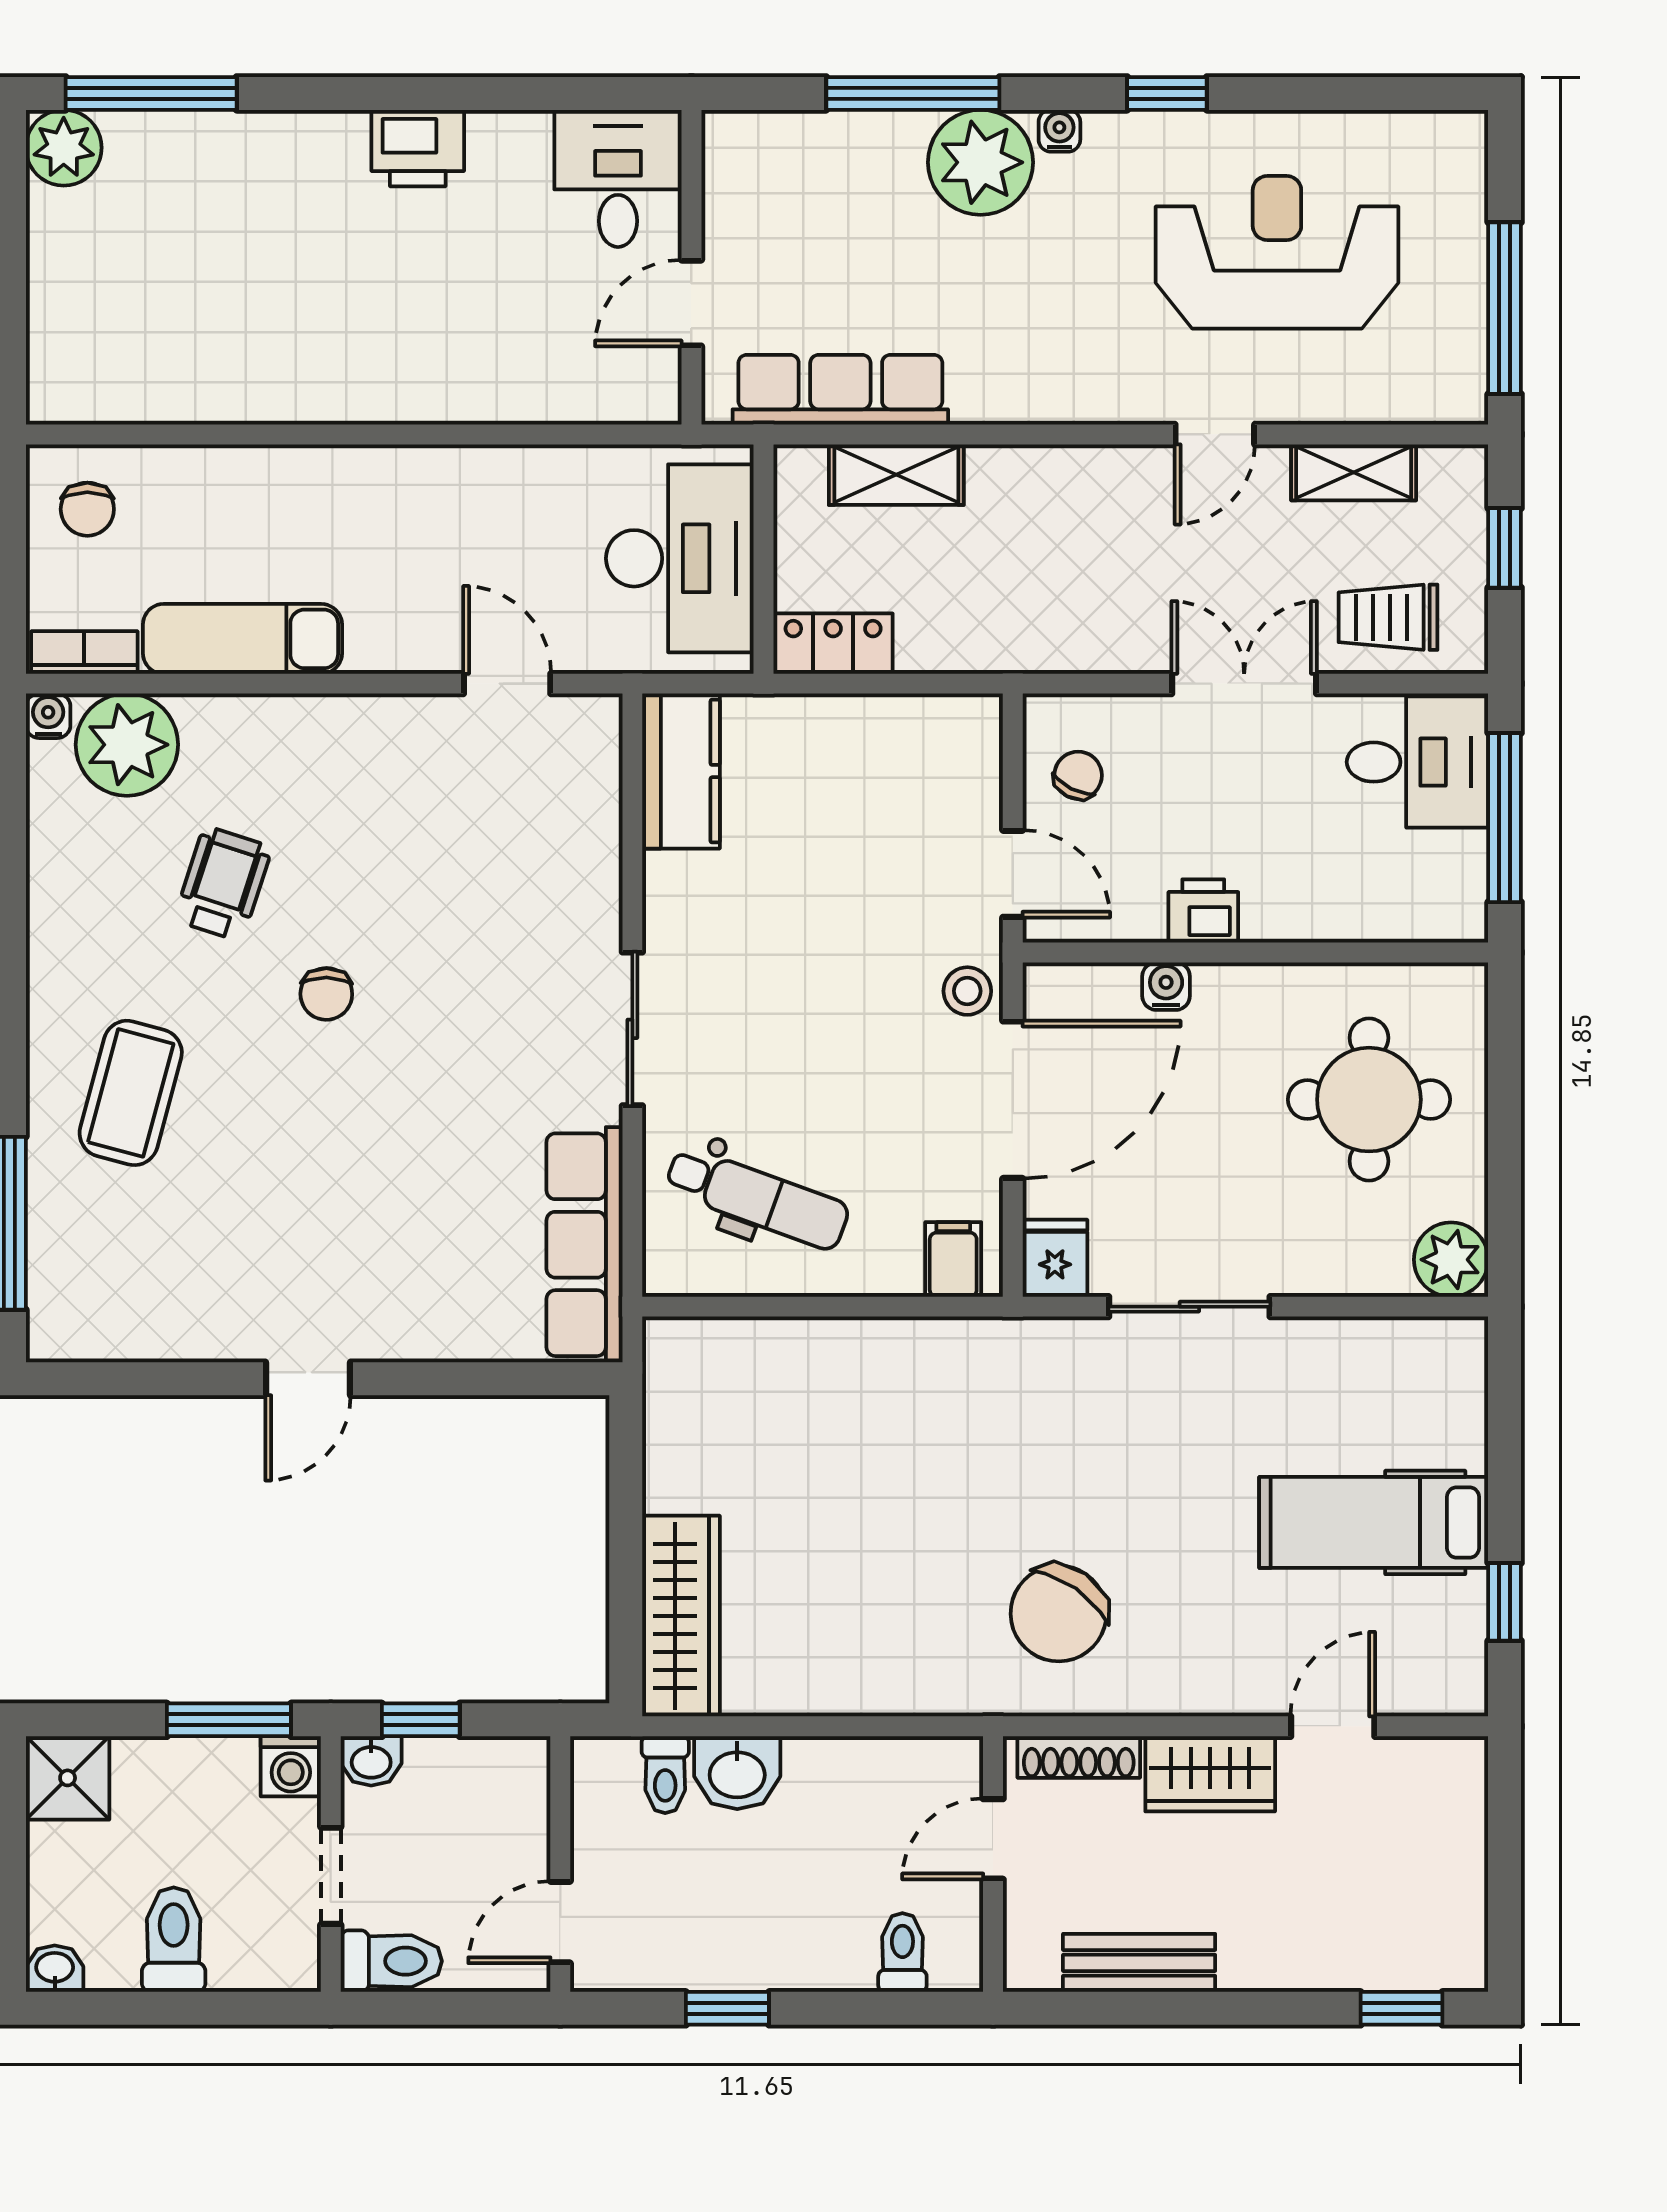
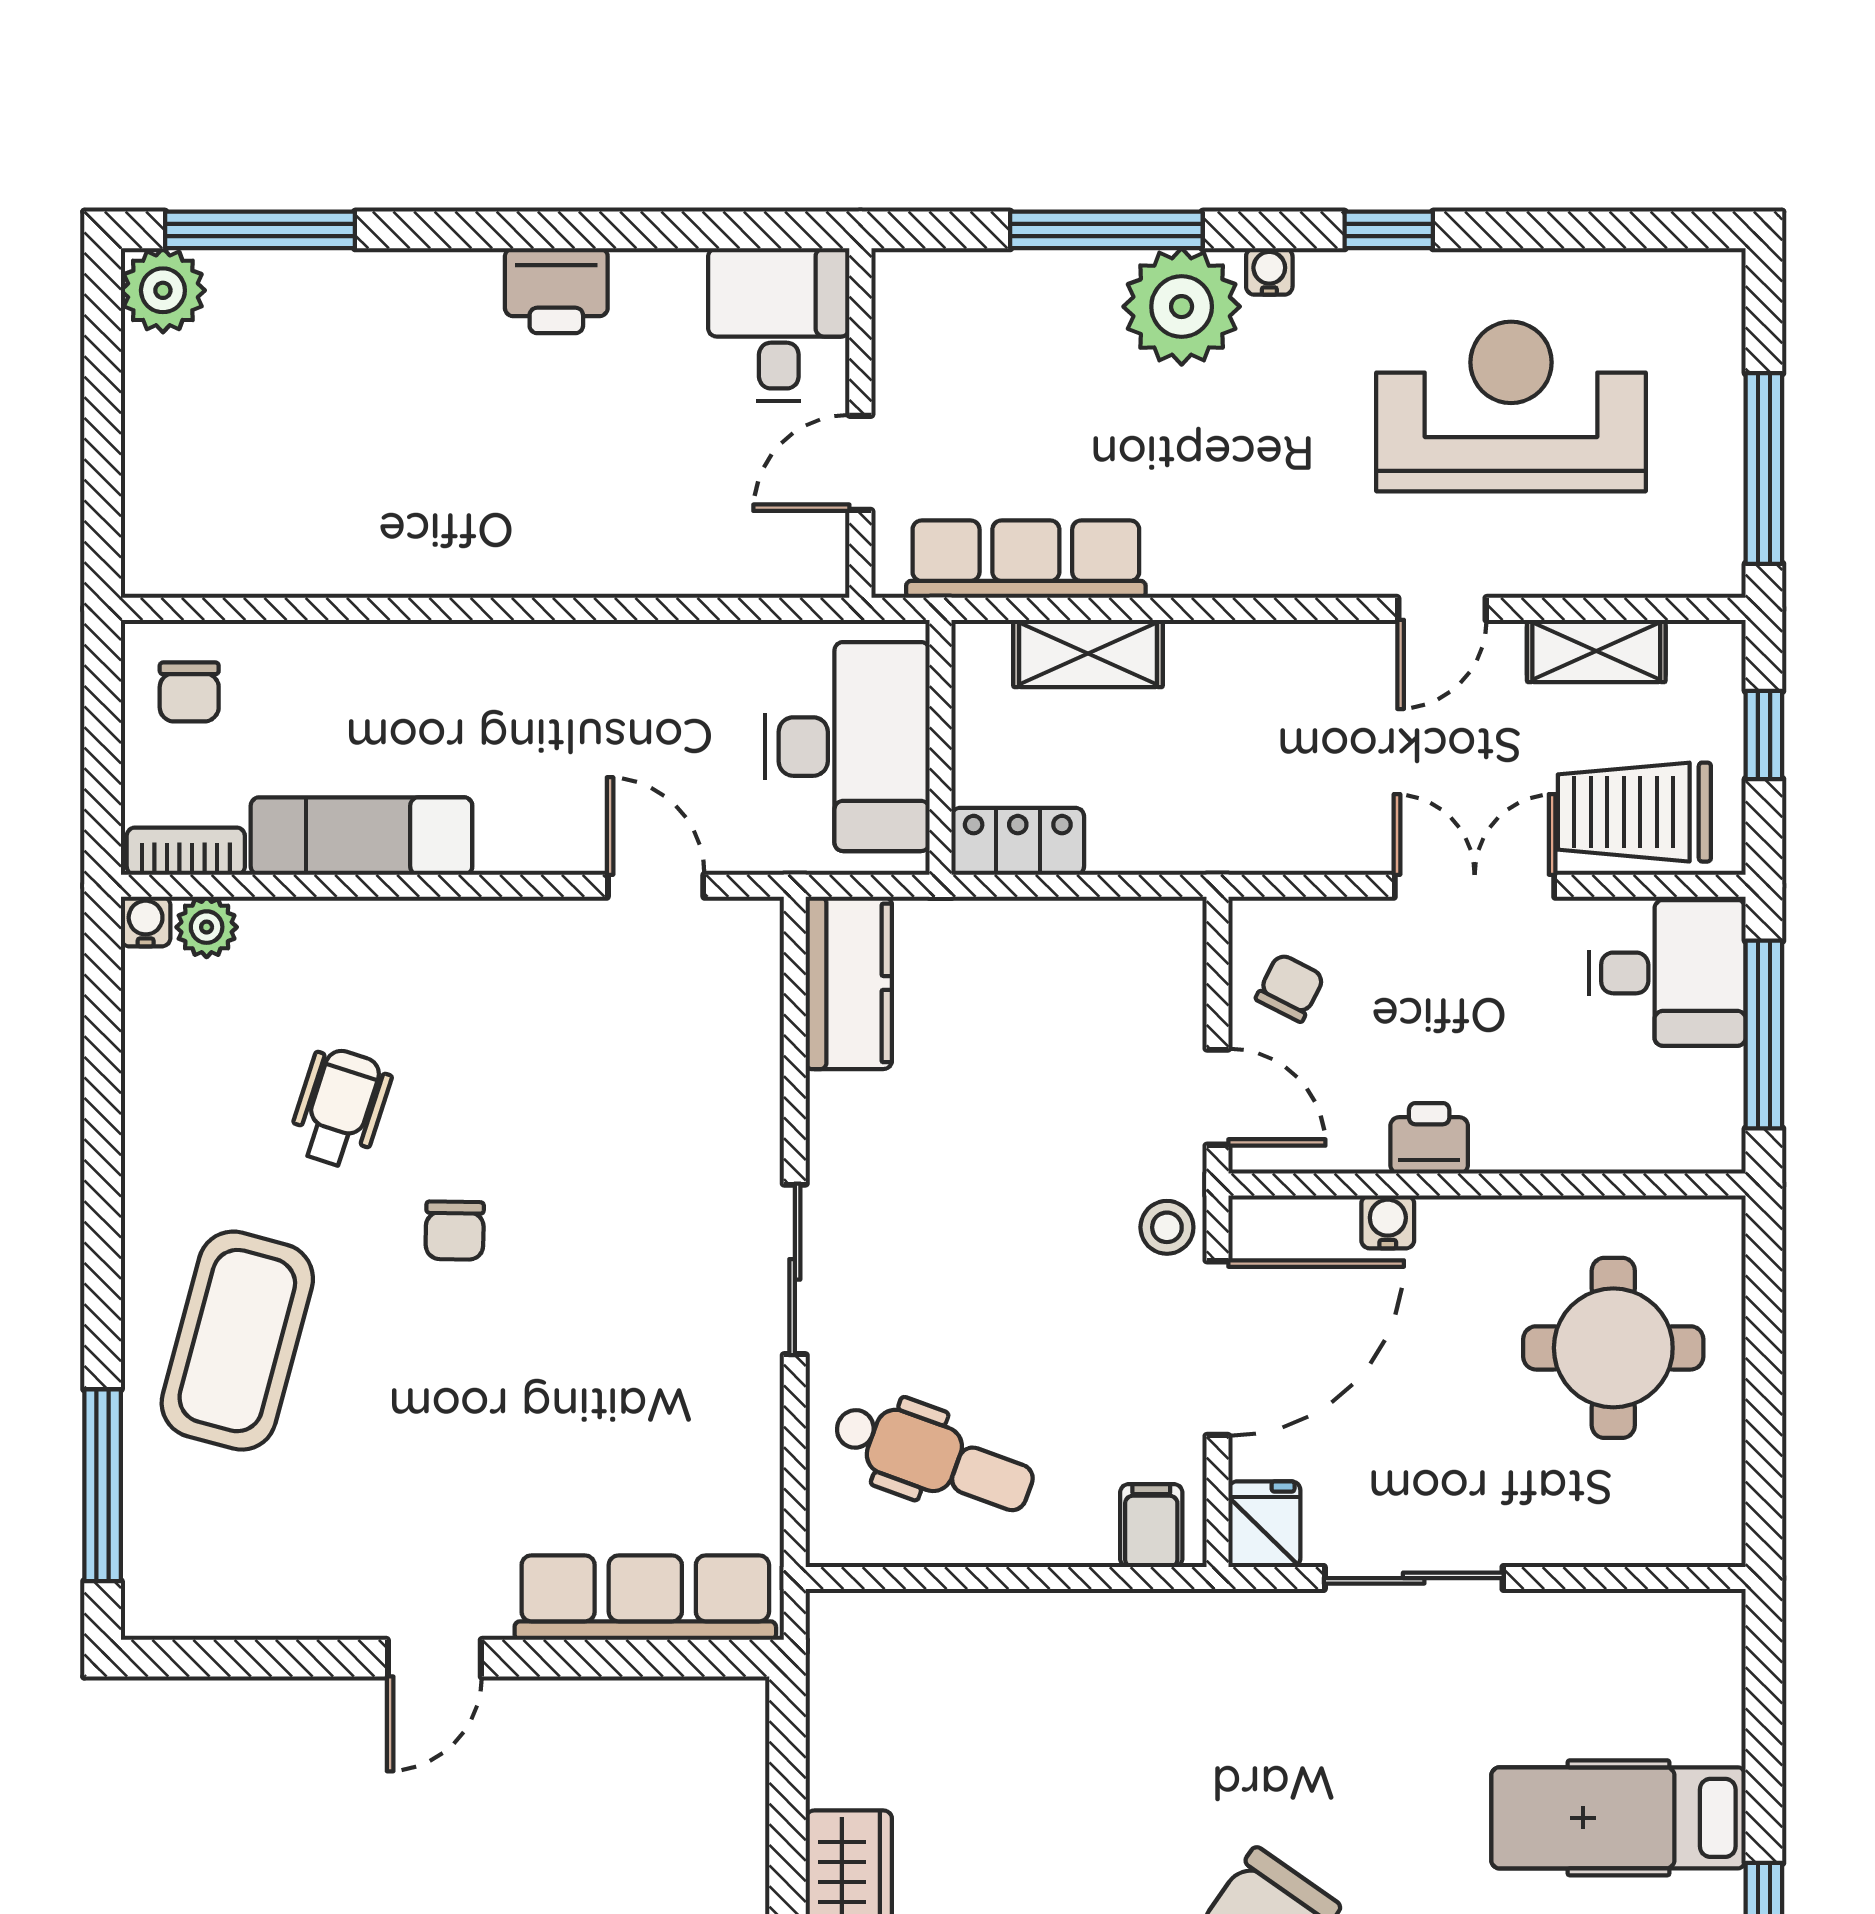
trolley: (1388, 617) -> (1634, 812), width x1.36, depth x1.39
plant: (127, 745) -> (207, 927), width x0.53, depth x0.53
coffee table: (131, 1093) -> (237, 1341), width x1.36, depth x1.32
row of seats: (584, 1245) -> (645, 1598), moved, turned 90
plant: (1451, 1260) -> (1704, 1526), removed

